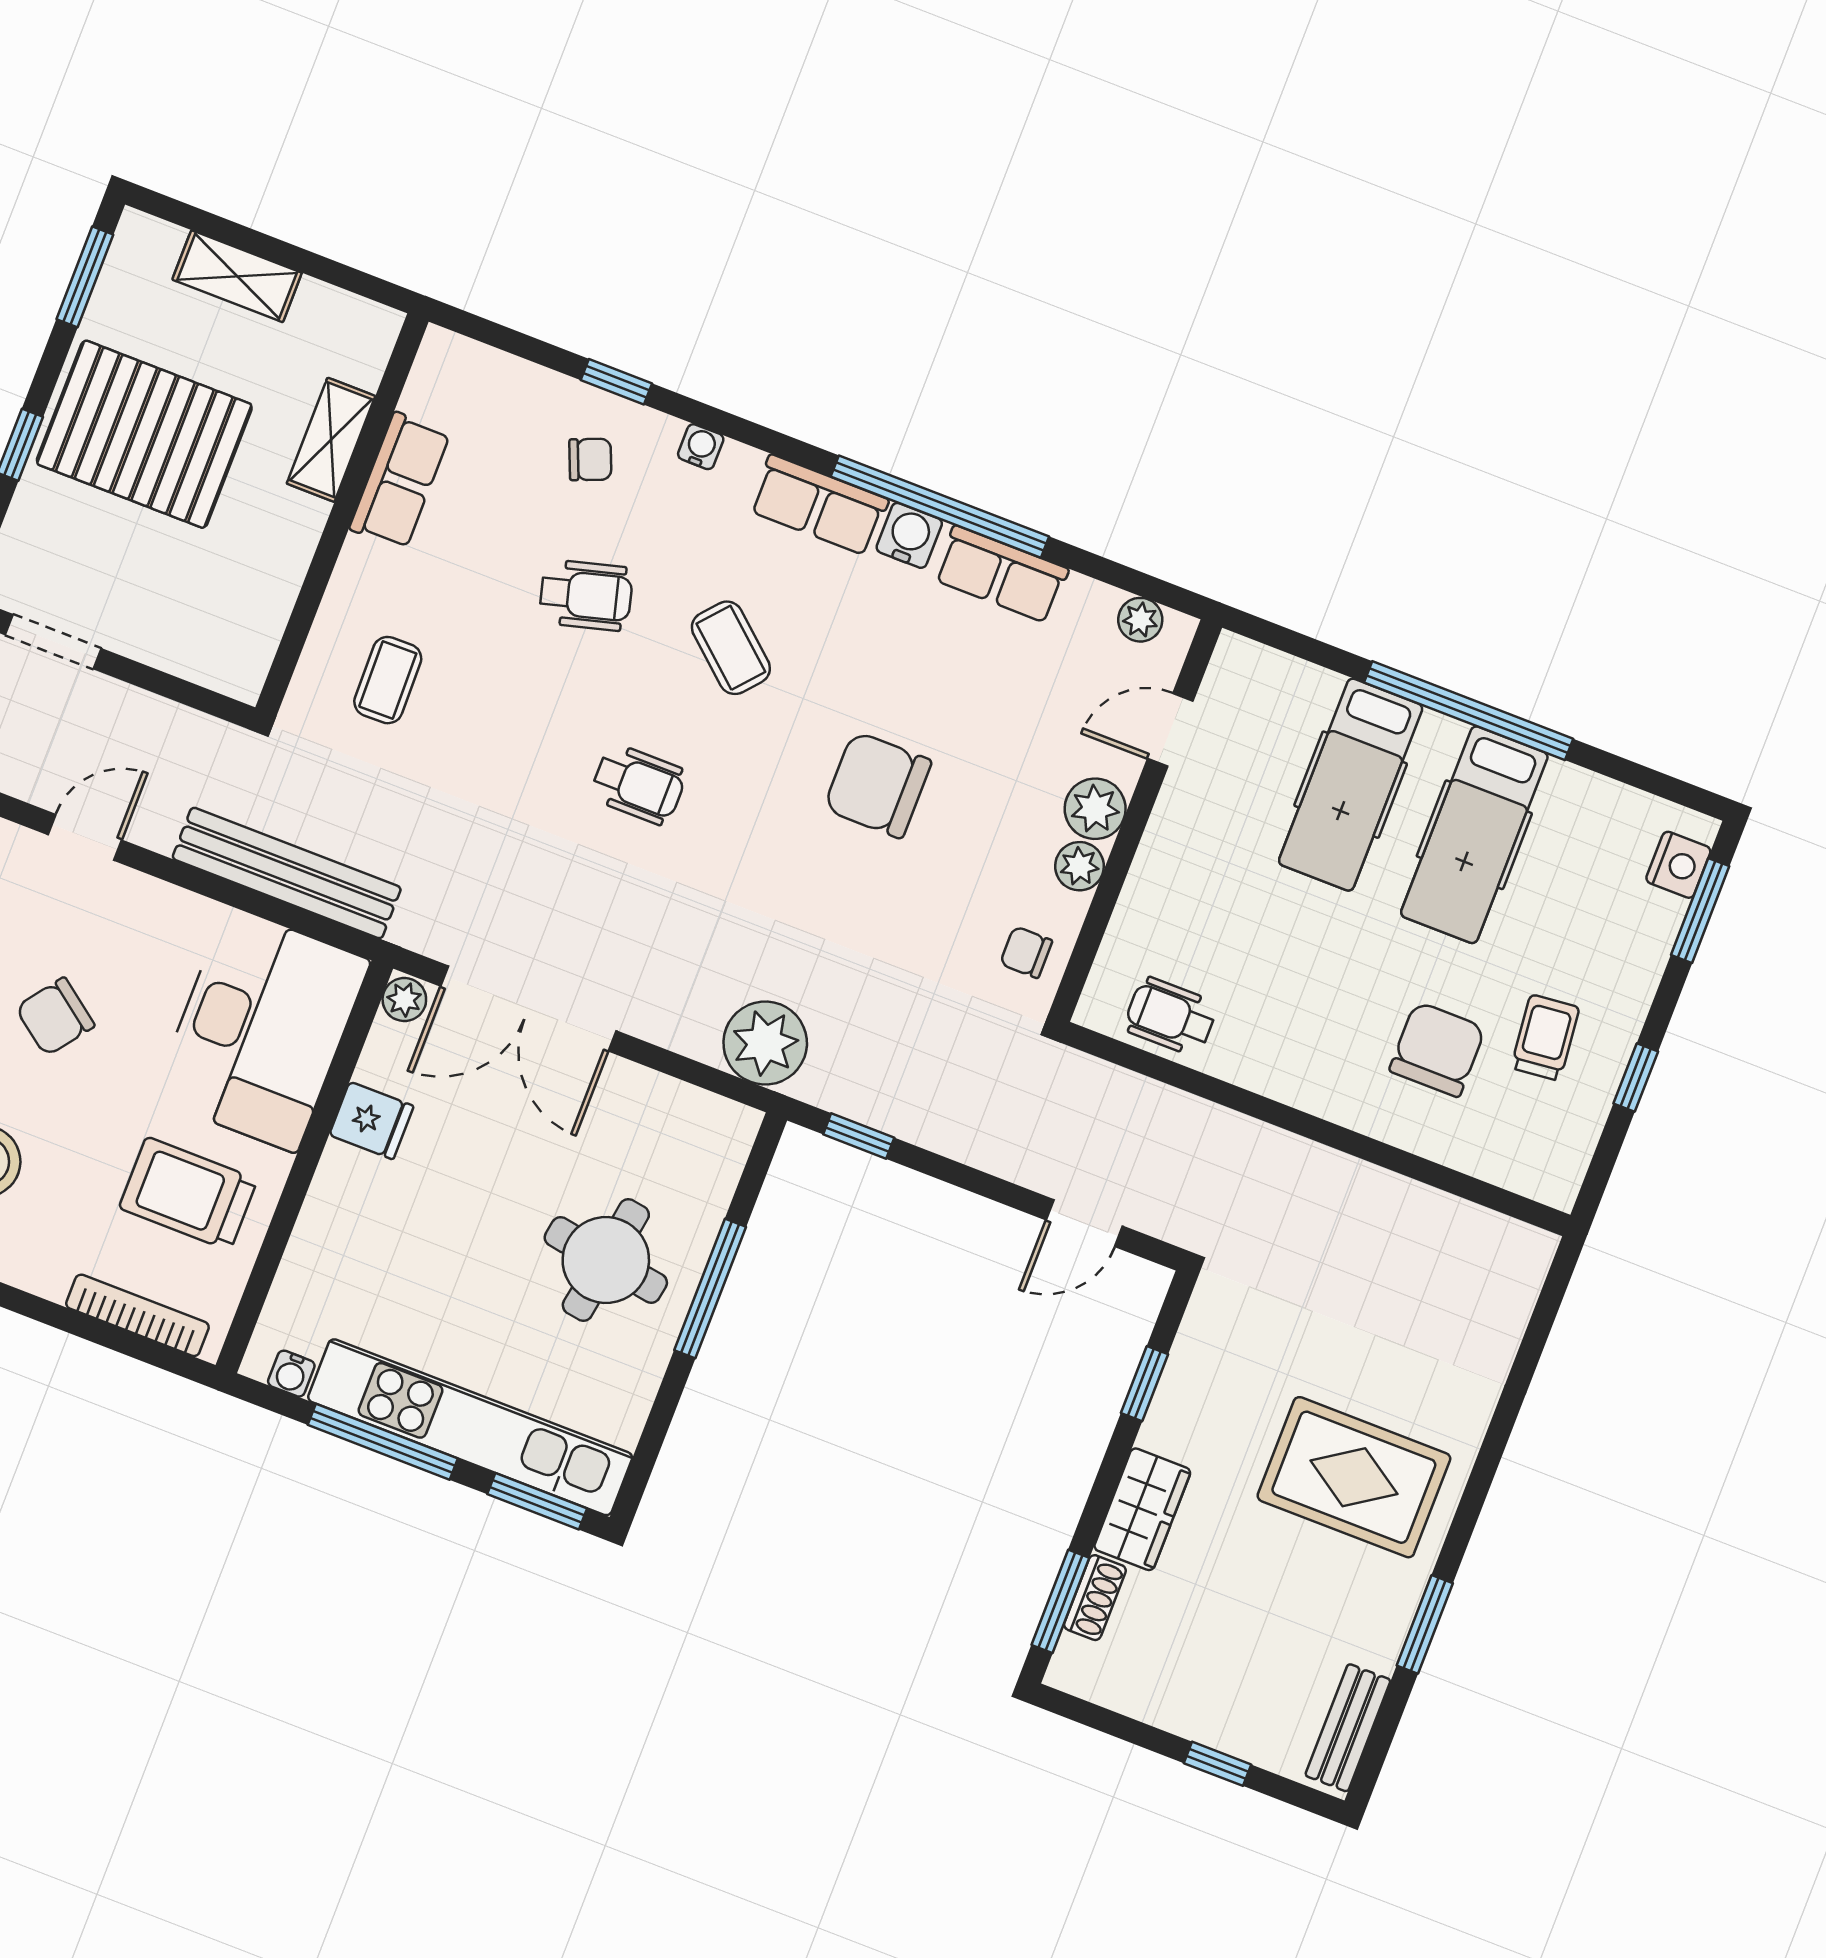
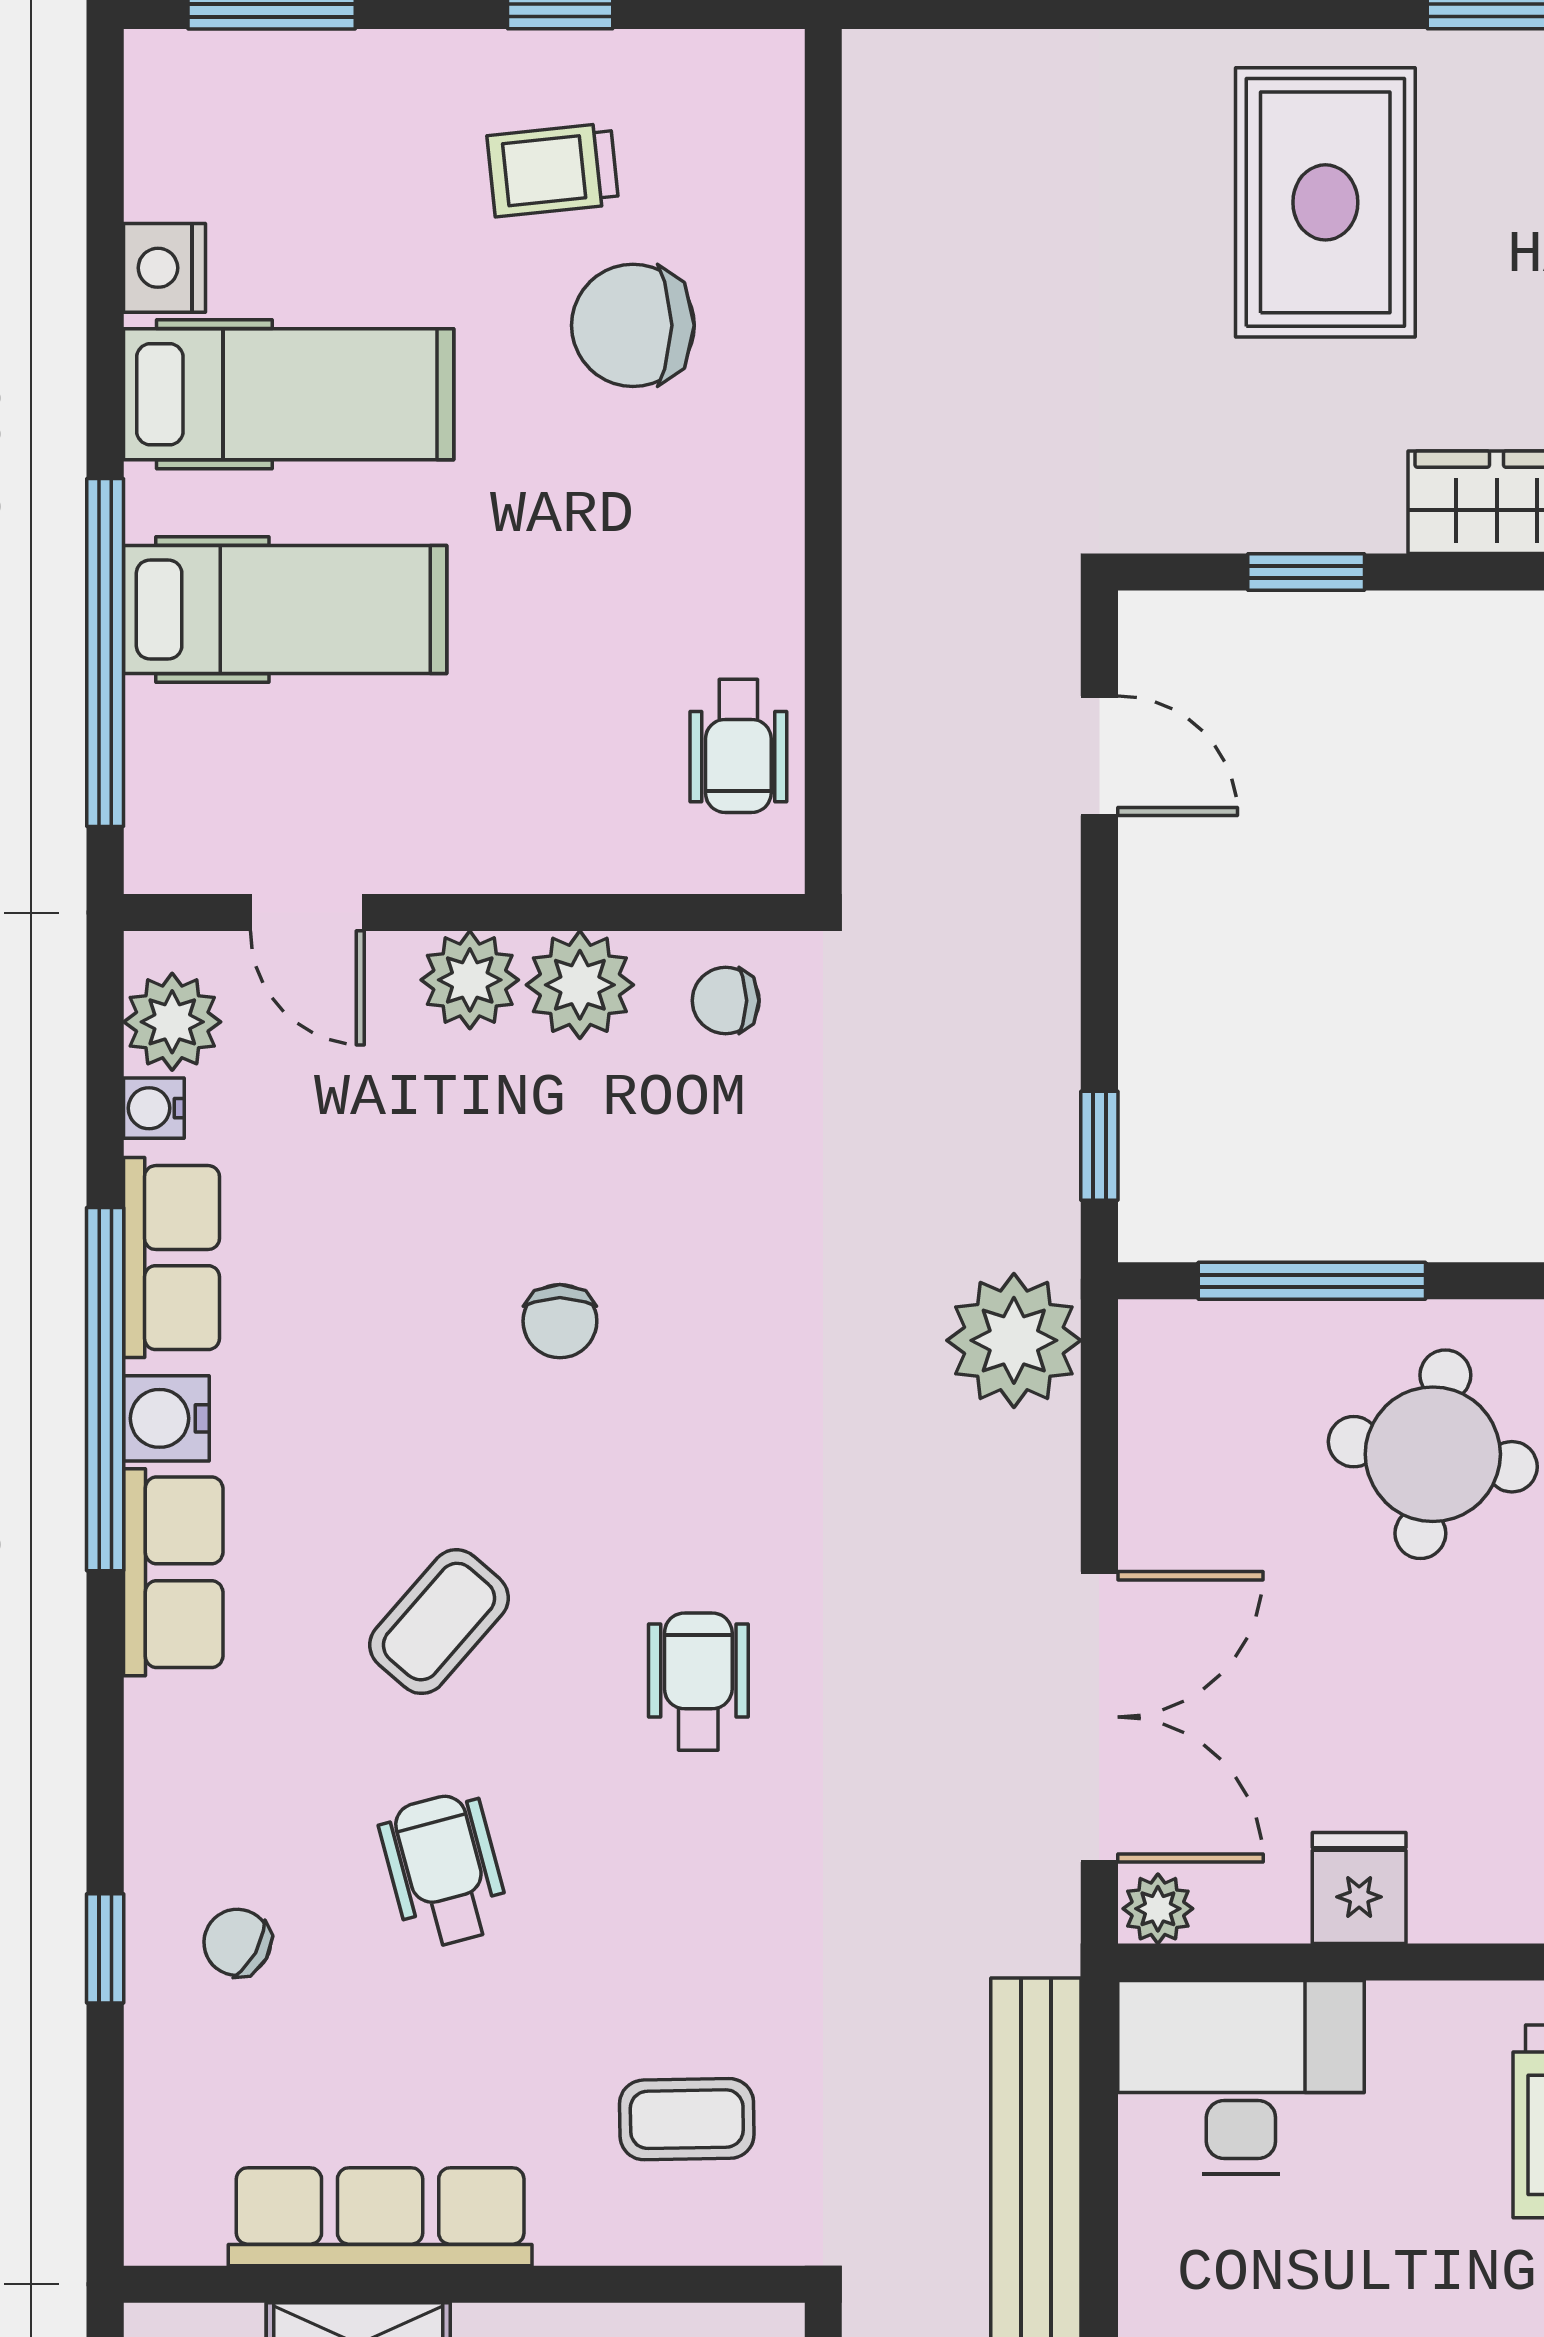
water cooler: (701, 447) -> (154, 1108), moved
chair: (590, 459) -> (237, 1942), turned -39
row of seats: (400, 481) -> (380, 2217), width x1.48
plant: (1140, 620) -> (172, 1022), width x1.38, depth x1.38
window: (1469, 711) -> (105, 652), moved
chair: (878, 785) -> (560, 1321), width x0.54, depth x0.54
nightstand: (1678, 865) -> (164, 268), moved, turned -90
plant: (1080, 866) -> (580, 985), width x1.38, depth x1.38
chair: (1026, 952) -> (726, 1001), turned 90
desk: (262, 1029) -> (1241, 2077), width x0.73, depth x0.77
window: (710, 1288) -> (1312, 1281), moved

